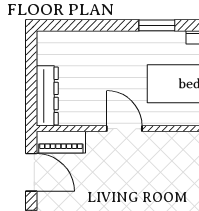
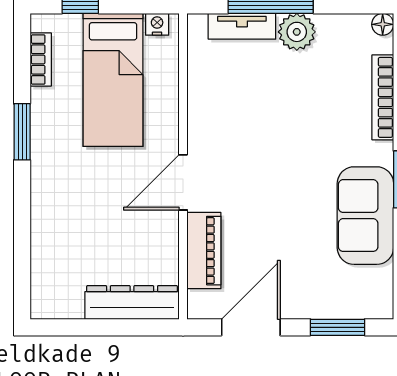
piano: (61, 142) -> (204, 251), moved

